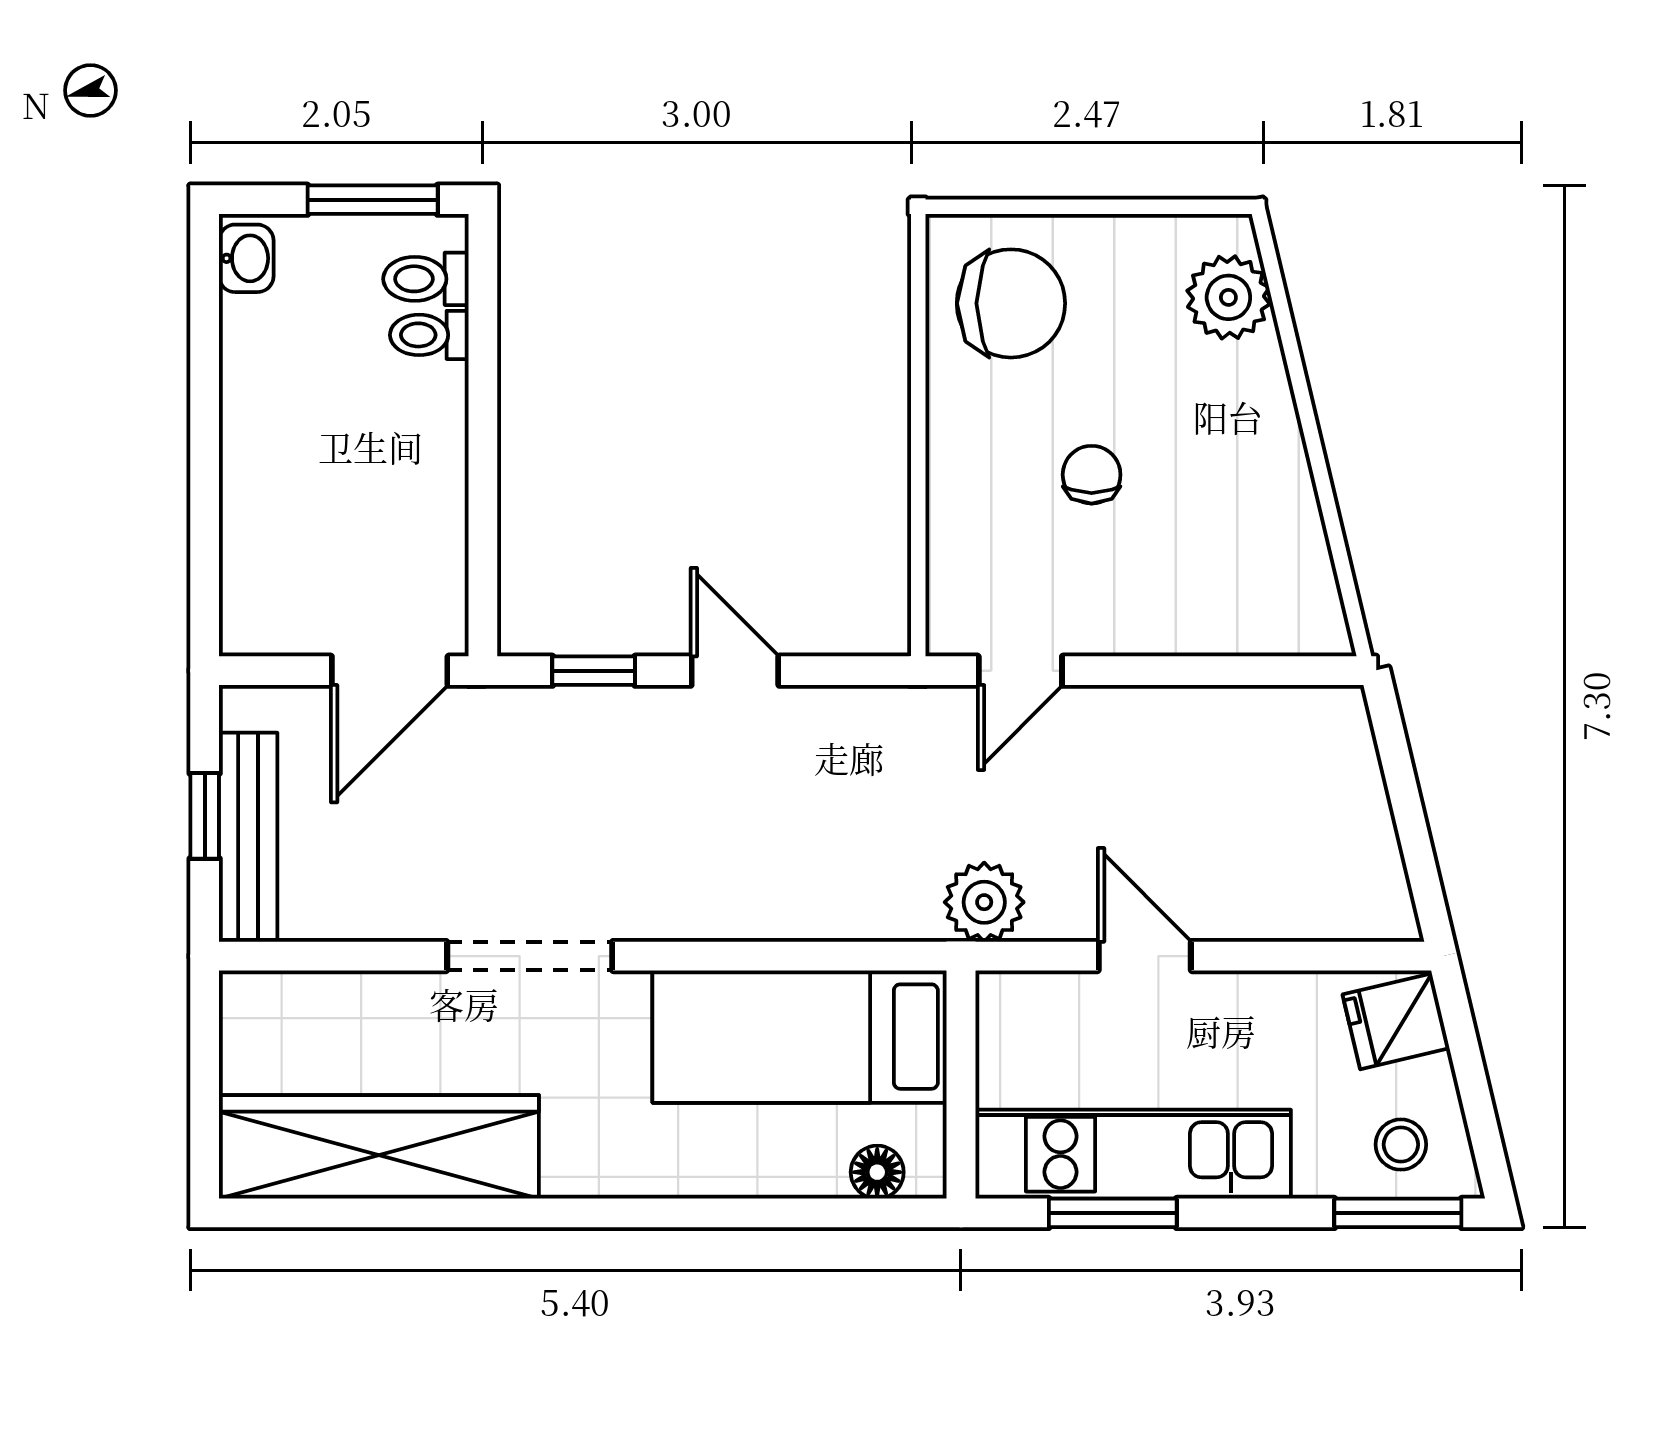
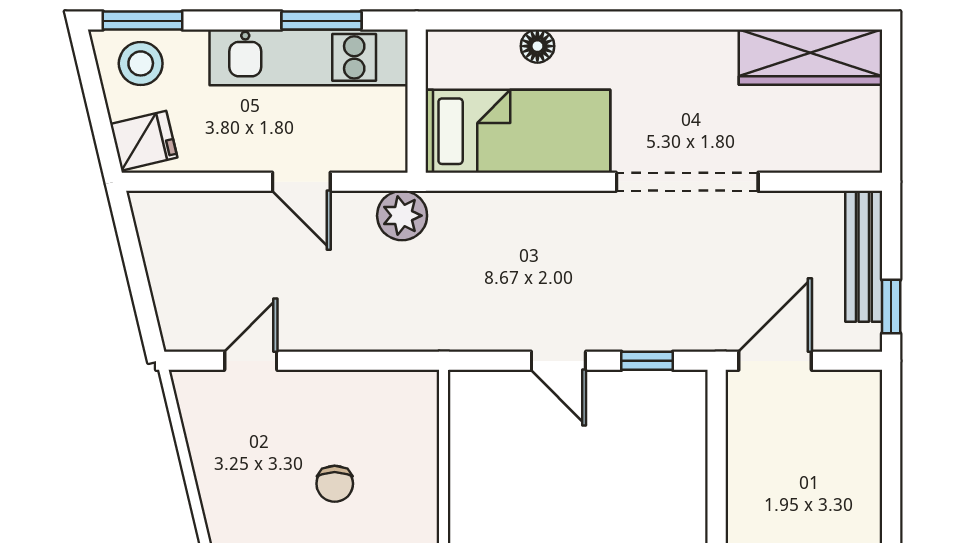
door: (1020, 671) -> (251, 361), moved
window: (205, 816) -> (891, 306), moved
doorway: (530, 956) -> (687, 182), width x1.36
stool: (1401, 1145) -> (141, 63), width x1.37, depth x1.37
wardrobe: (379, 1147) -> (811, 57), width x0.71, depth x0.85
floor lamp: (877, 1172) -> (537, 46), moved

